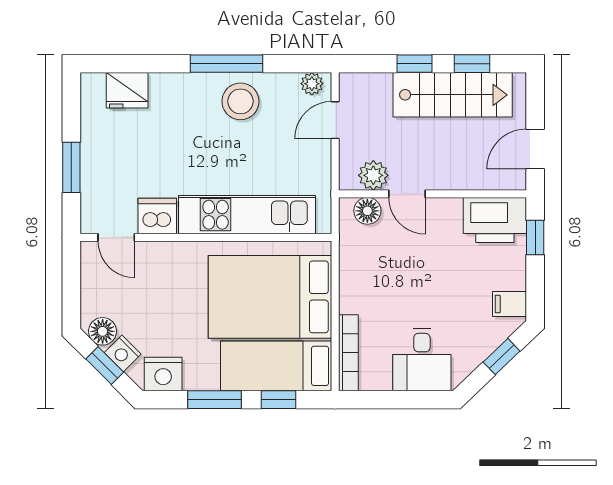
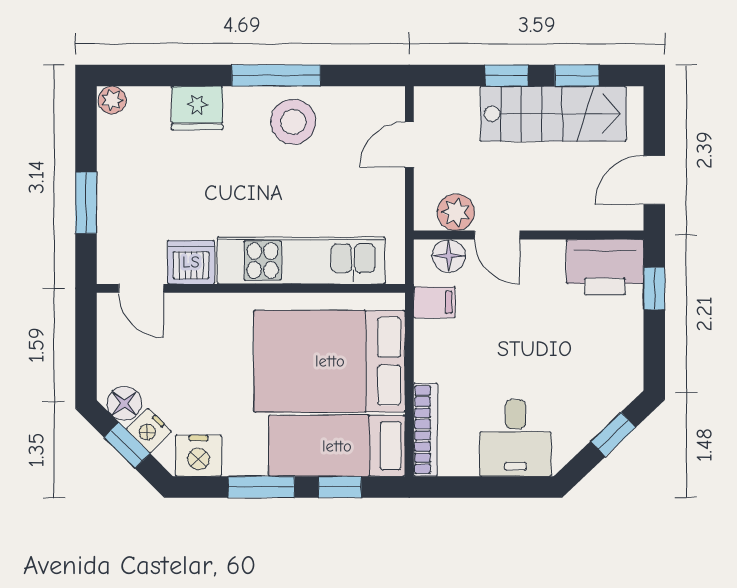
plant: (312, 84) -> (112, 100), moved
fridge: (127, 90) -> (197, 108), moved
filing cabinet: (509, 304) -> (434, 302), moved, turned 180

